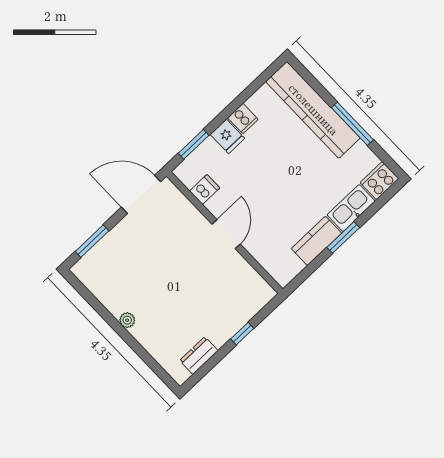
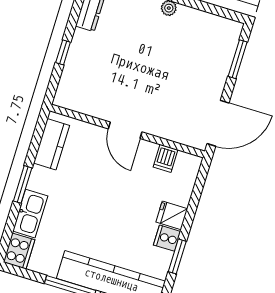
window: (194, 144) -> (177, 256), moved
kitchen counter: (317, 241) -> (51, 144), moved

